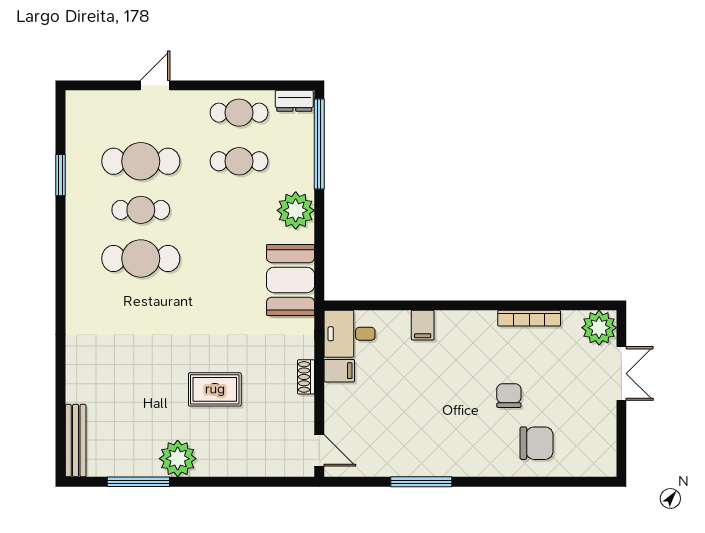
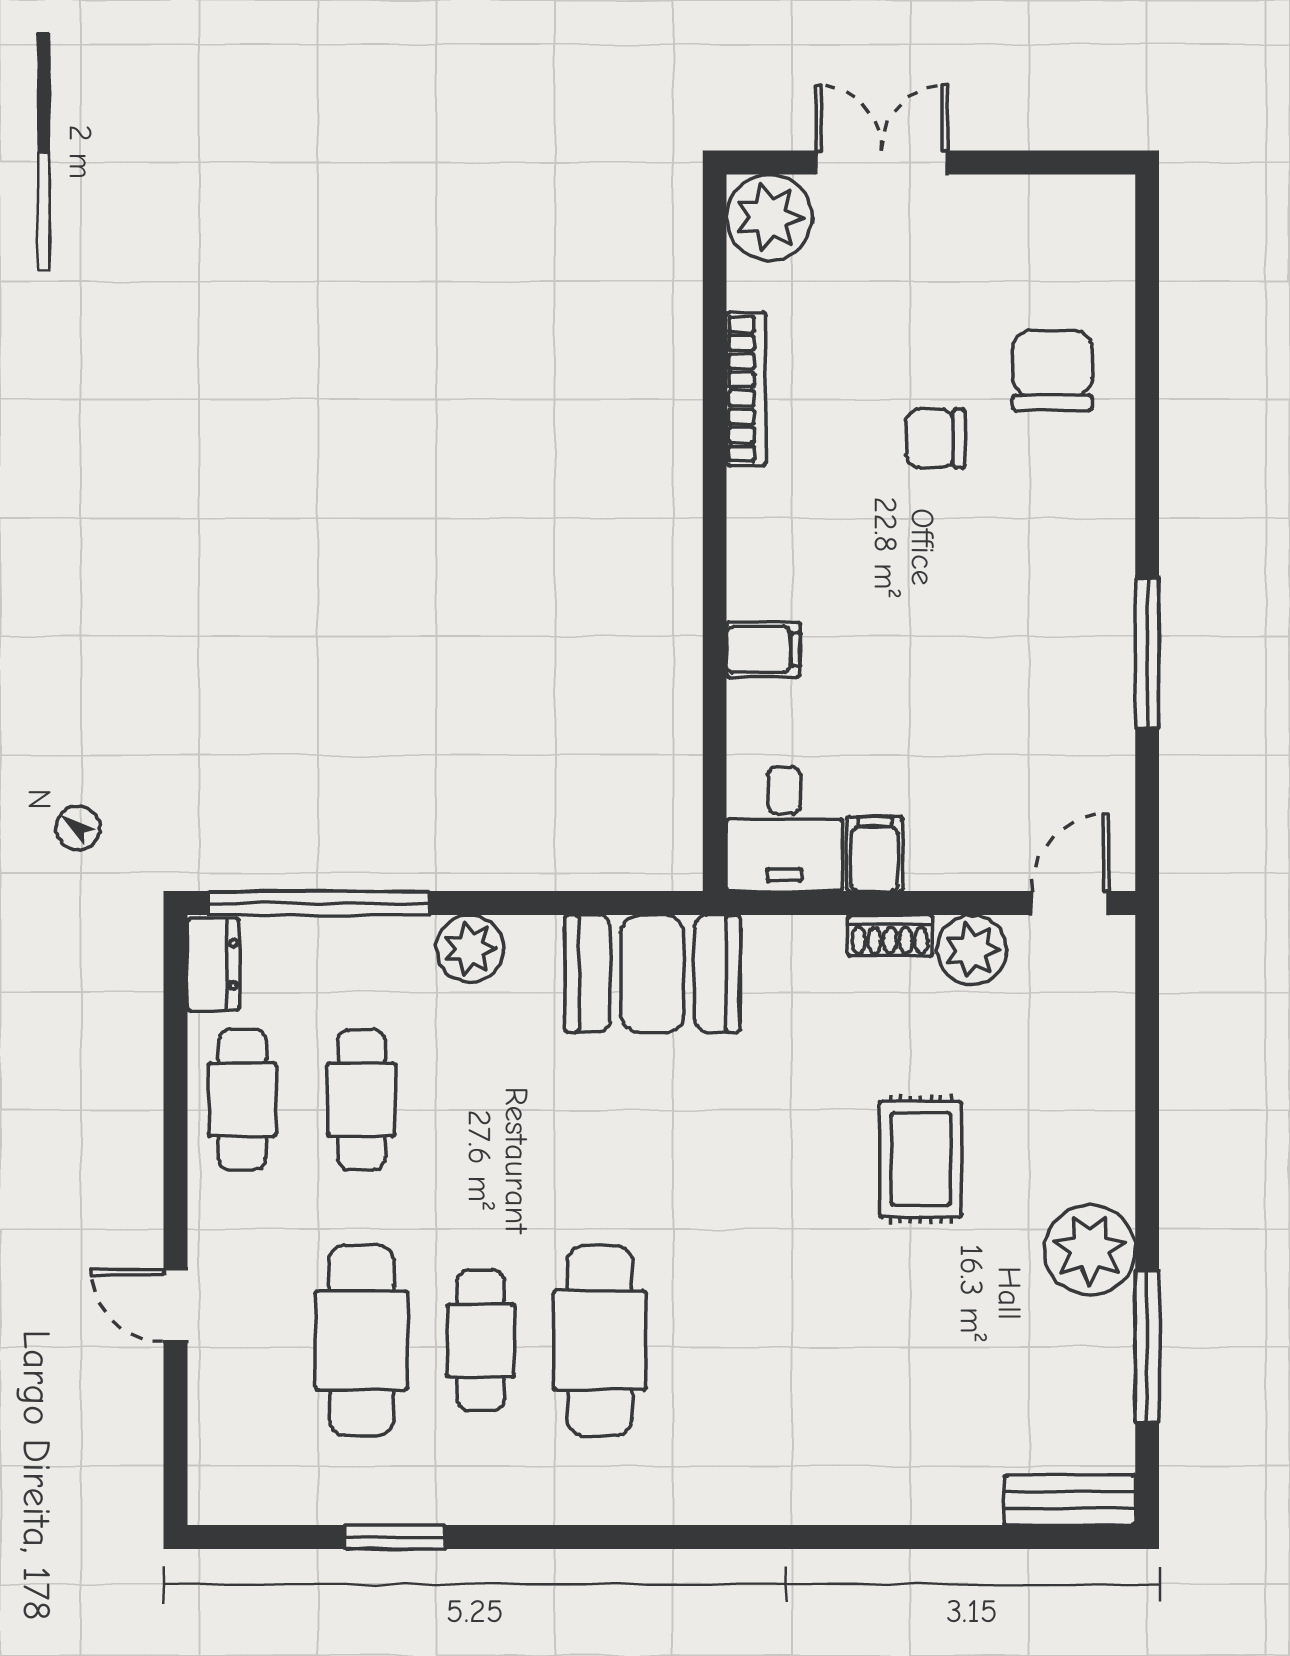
plant: (296, 210) -> (470, 949), width x0.73, depth x0.73
plant: (300, 410) -> (972, 950), added
bench: (76, 441) -> (1070, 1500), width x0.73

